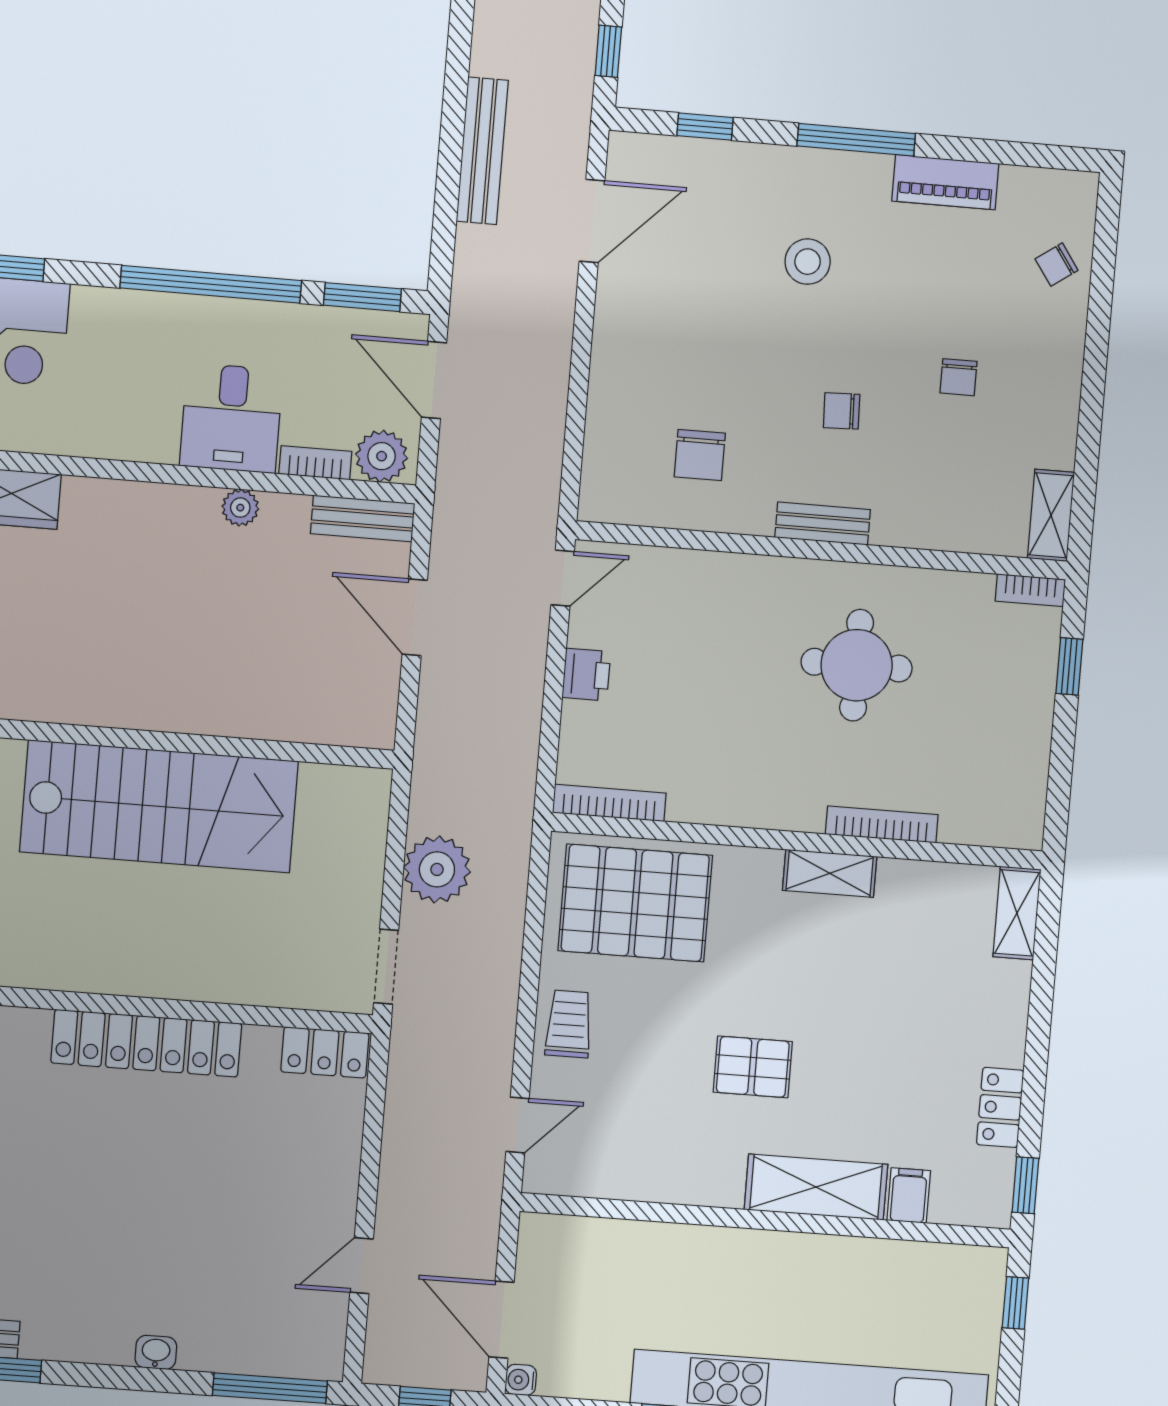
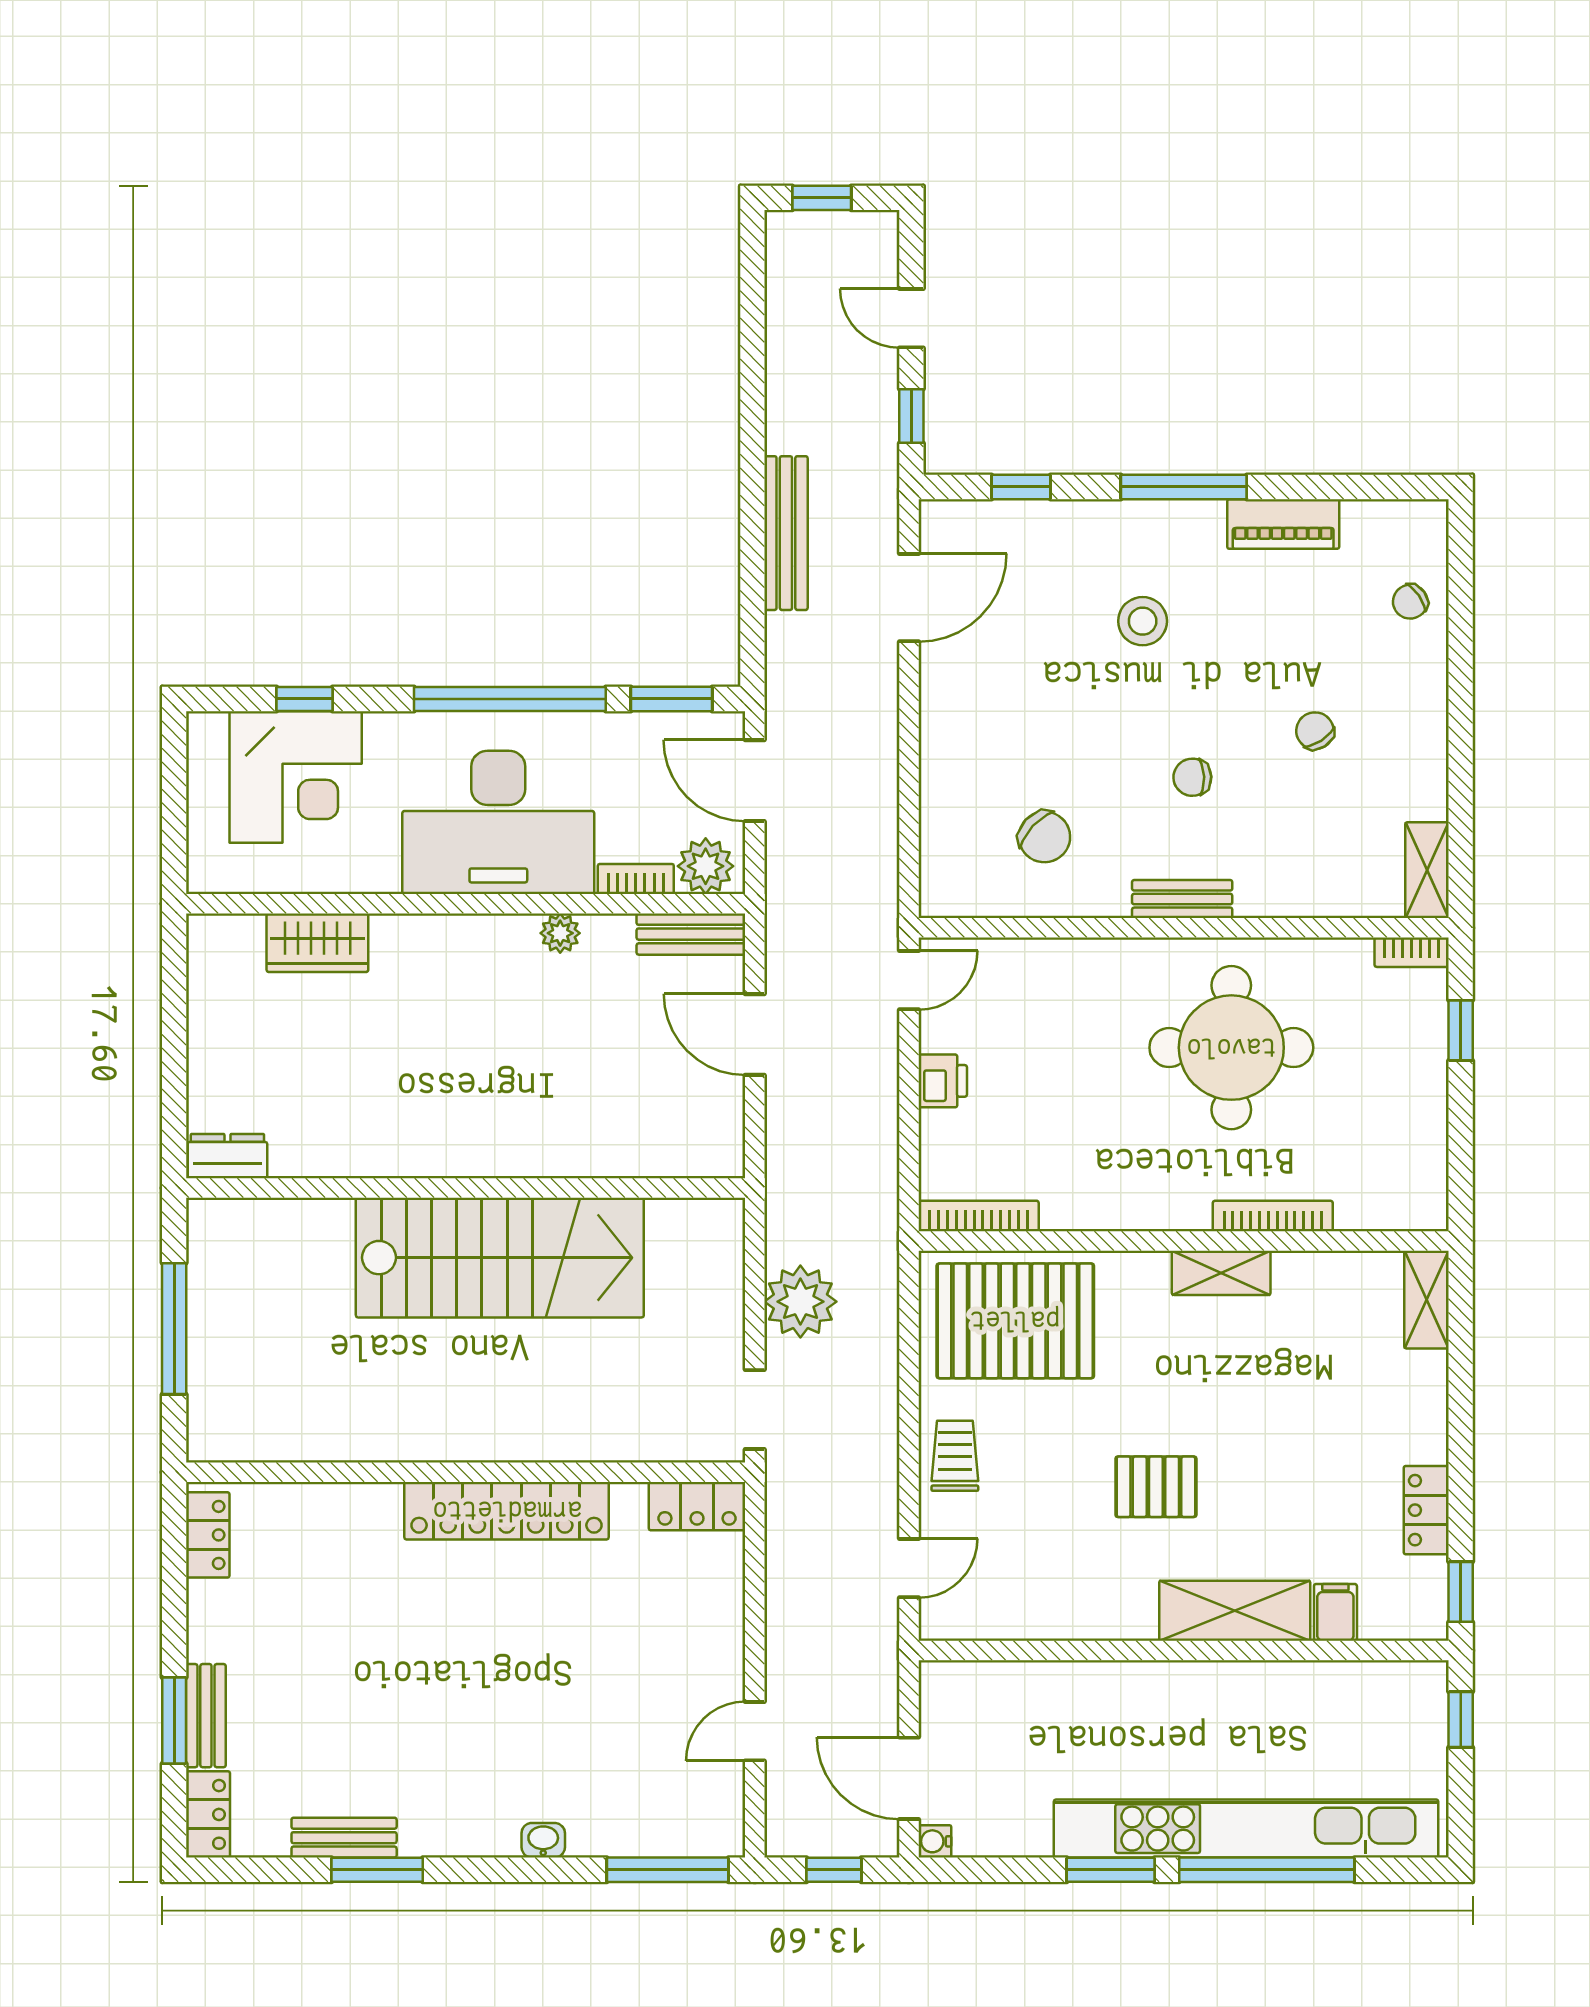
chair: (959, 377) -> (1315, 731), turned 147
desk: (231, 418) -> (498, 822), width x1.87, depth x1.30
chair: (700, 455) -> (1045, 837), turned -47
round table: (857, 665) -> (1231, 1048), width x1.36, depth x1.36

